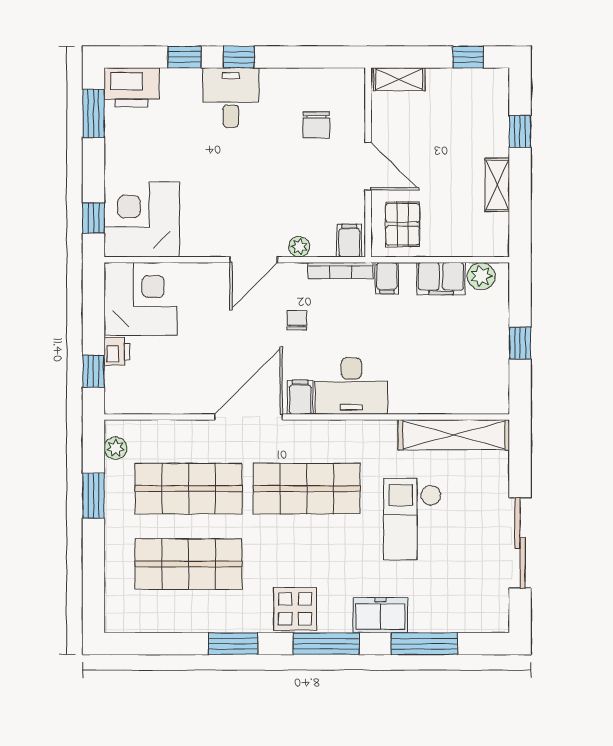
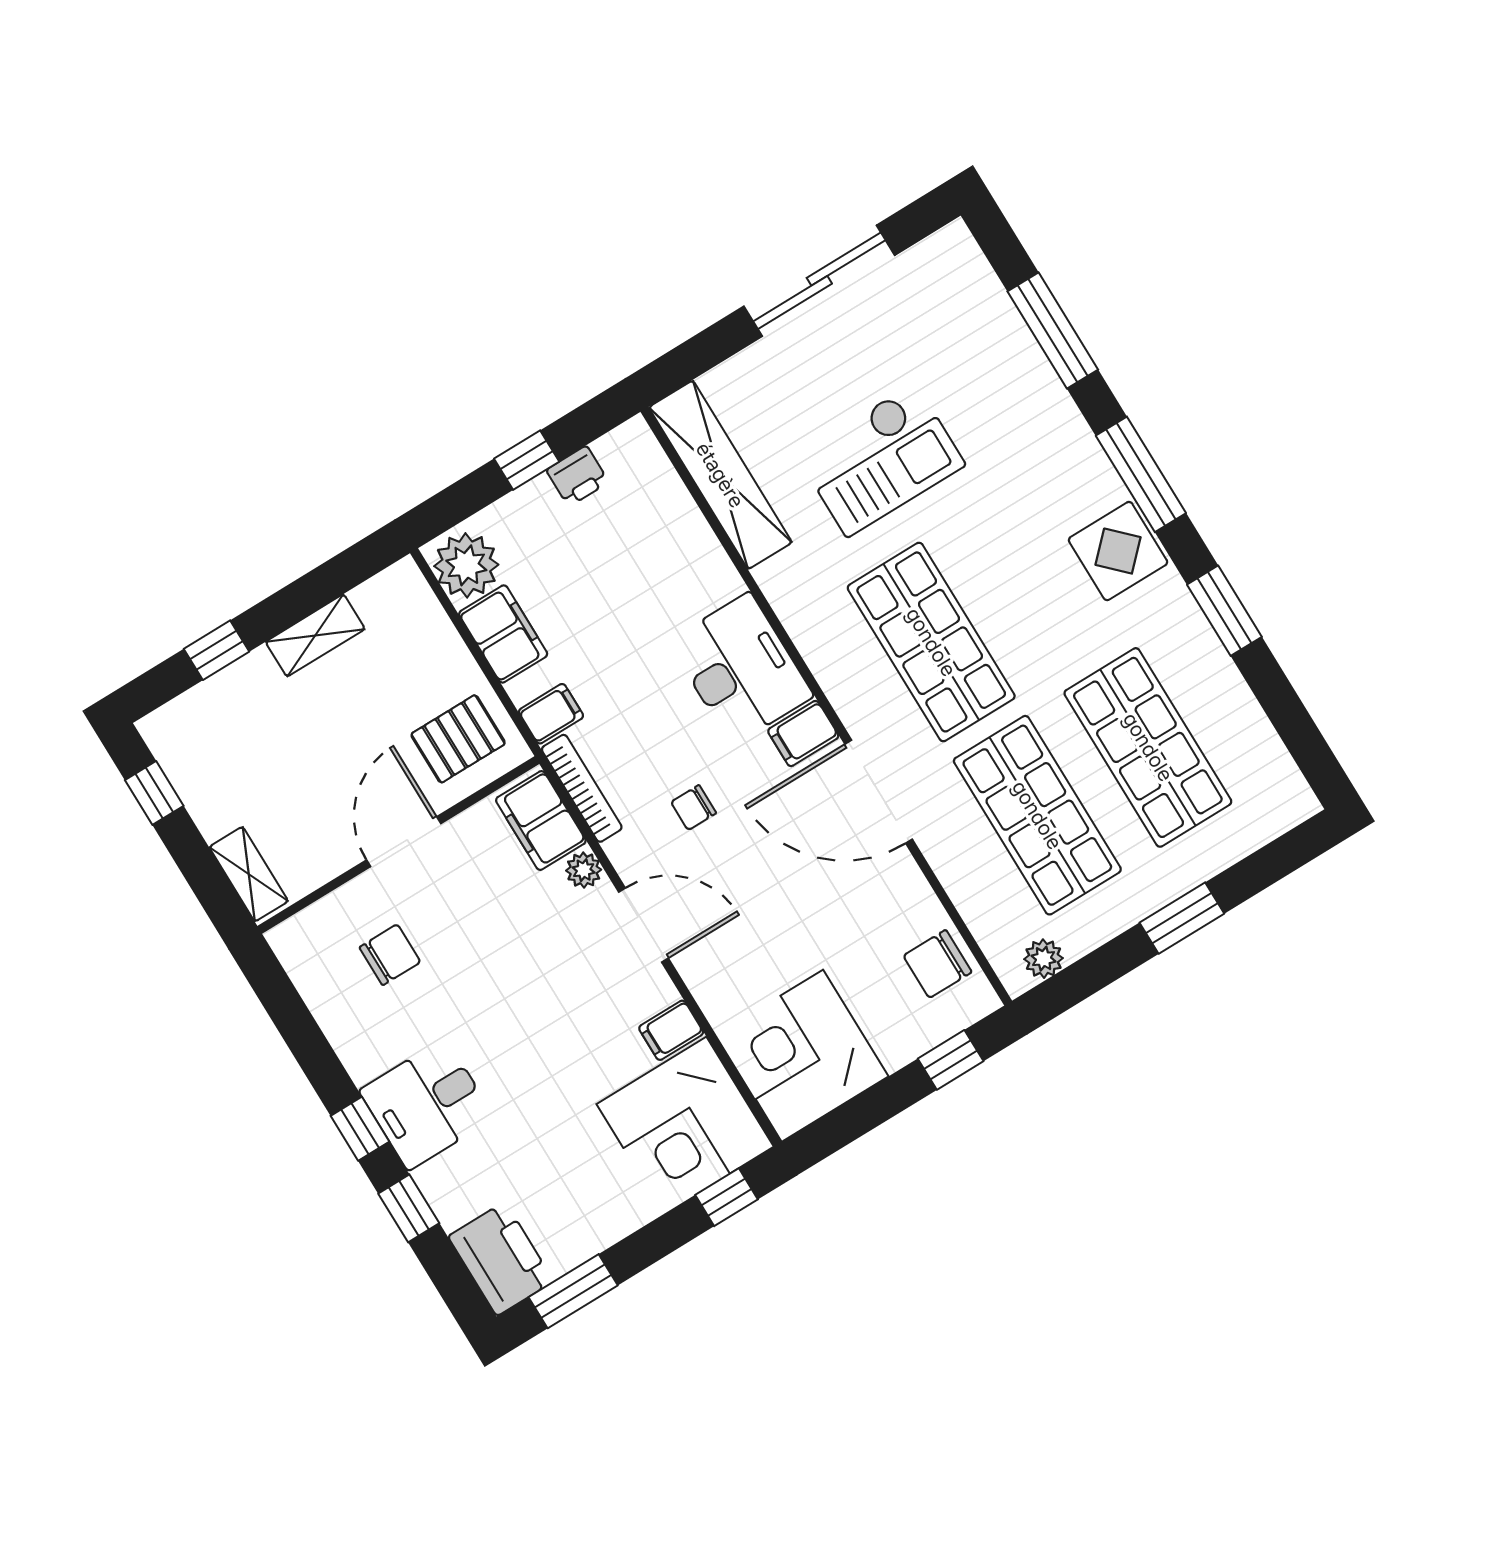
filing cabinet: (193, 241) -> (671, 1030), added
filing cabinet: (349, 241) -> (541, 820), width x2.00
plant: (481, 276) -> (466, 565), width x1.36, depth x1.36
printer: (117, 351) -> (577, 476), moved, turned 180
chair: (145, 394) -> (938, 964), added
window: (93, 496) -> (1182, 918), moved
freezer: (380, 615) -> (1051, 420), removed

